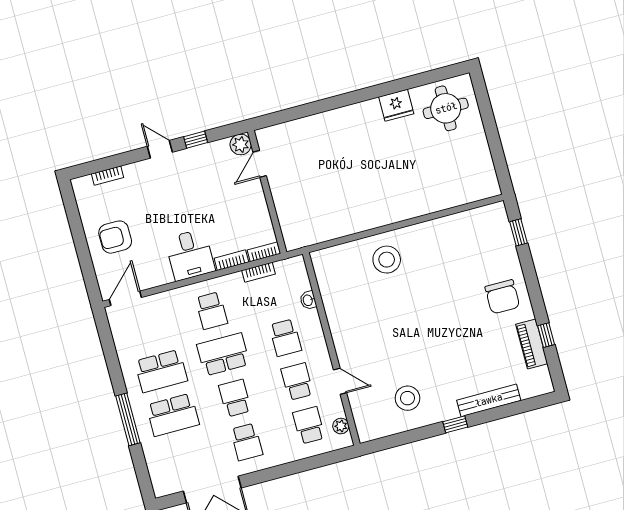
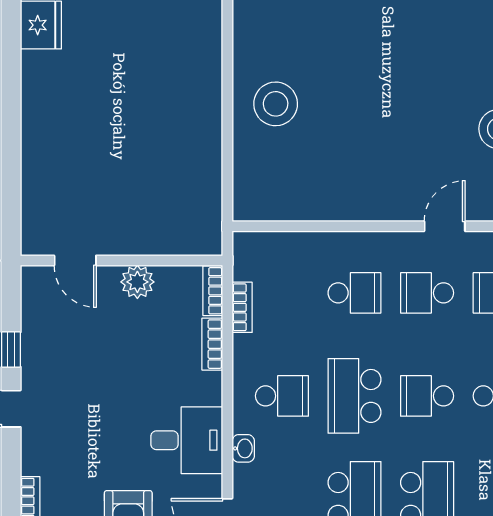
plant: (241, 144) -> (137, 282), moved
desk: (190, 255) -> (187, 440), moved
washbasin: (308, 300) -> (243, 448), moved, turned -90

